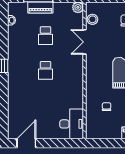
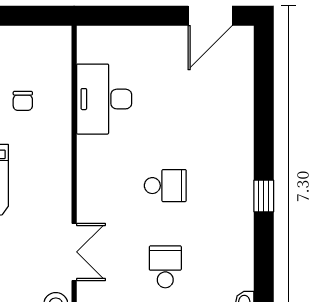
school desk: (45, 70) -> (165, 186), turned 90
desk: (72, 124) -> (104, 99), moved

